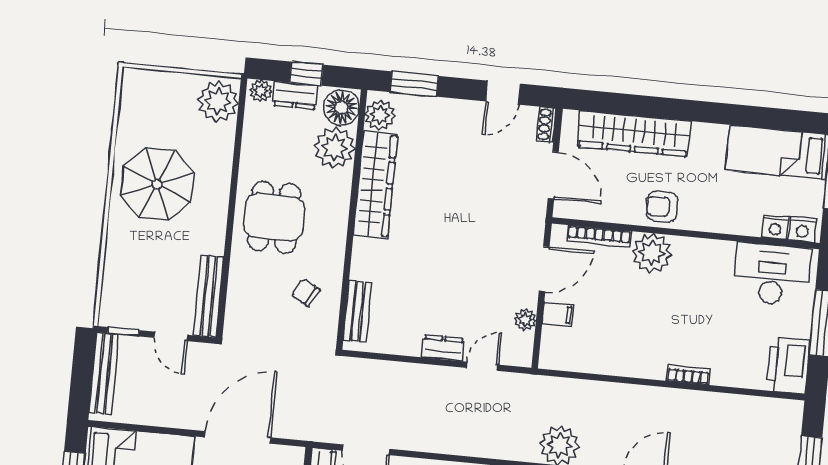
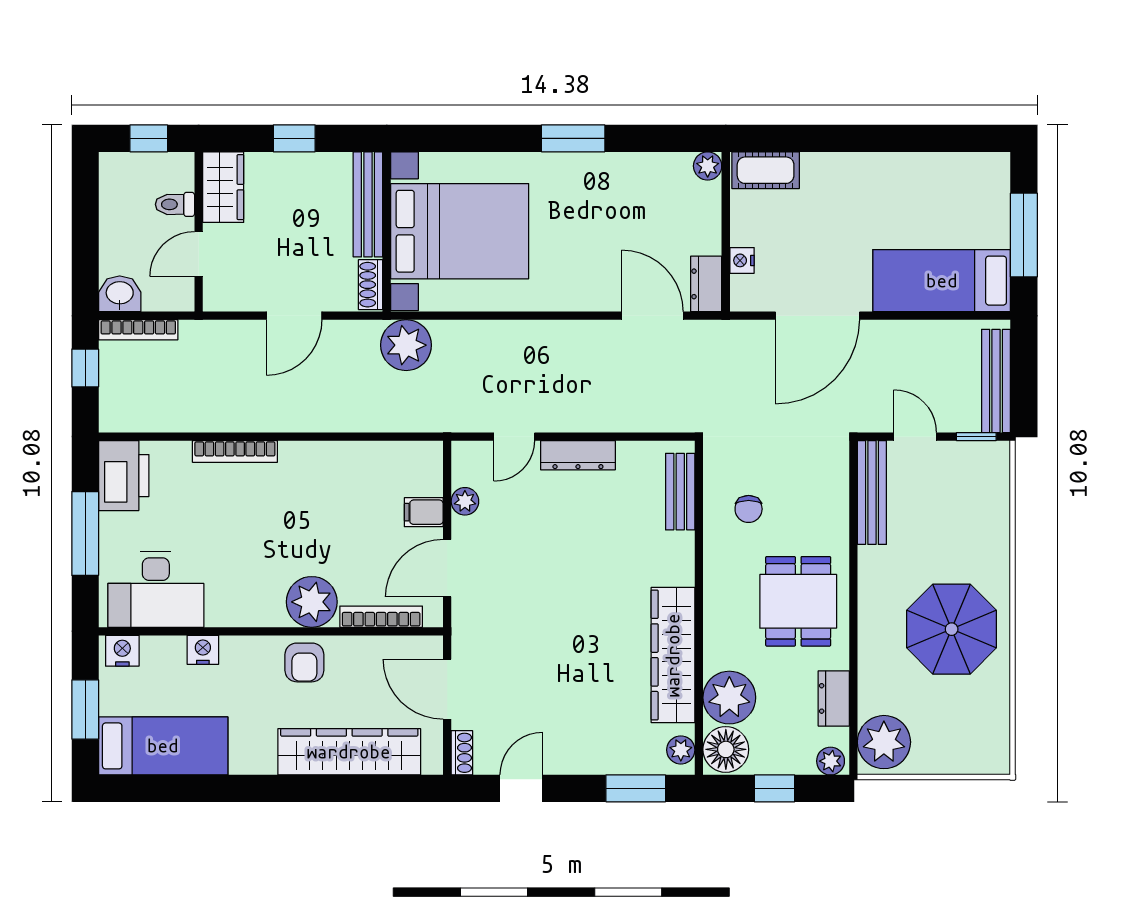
dresser: (295, 95) -> (834, 698), moved, turned -90
plant: (380, 115) -> (681, 750), width x0.73, depth x0.73
armchair: (662, 207) -> (304, 662), turned 90
nightstand: (775, 227) -> (203, 650), moved
chair: (306, 293) -> (749, 509), turned 60
dresser: (443, 348) -> (578, 455), width x1.44
bookcase: (688, 374) -> (235, 451), width x1.56

